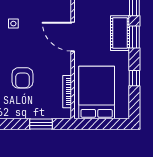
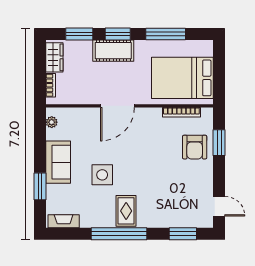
side table: (13, 24) -> (102, 175), width x1.87, depth x1.87
armchair: (23, 78) -> (195, 147), moved, turned 90
window: (134, 78) -> (166, 34), width x2.17

